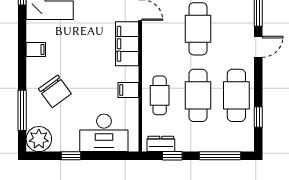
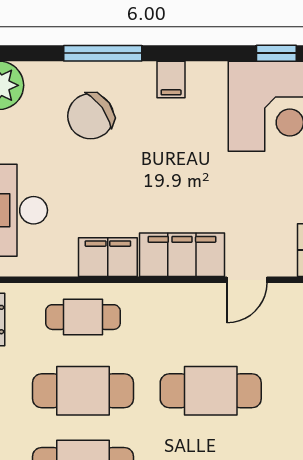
filing cabinet: (128, 90) -> (108, 257), width x2.00
window: (22, 110) -> (103, 53), moved

